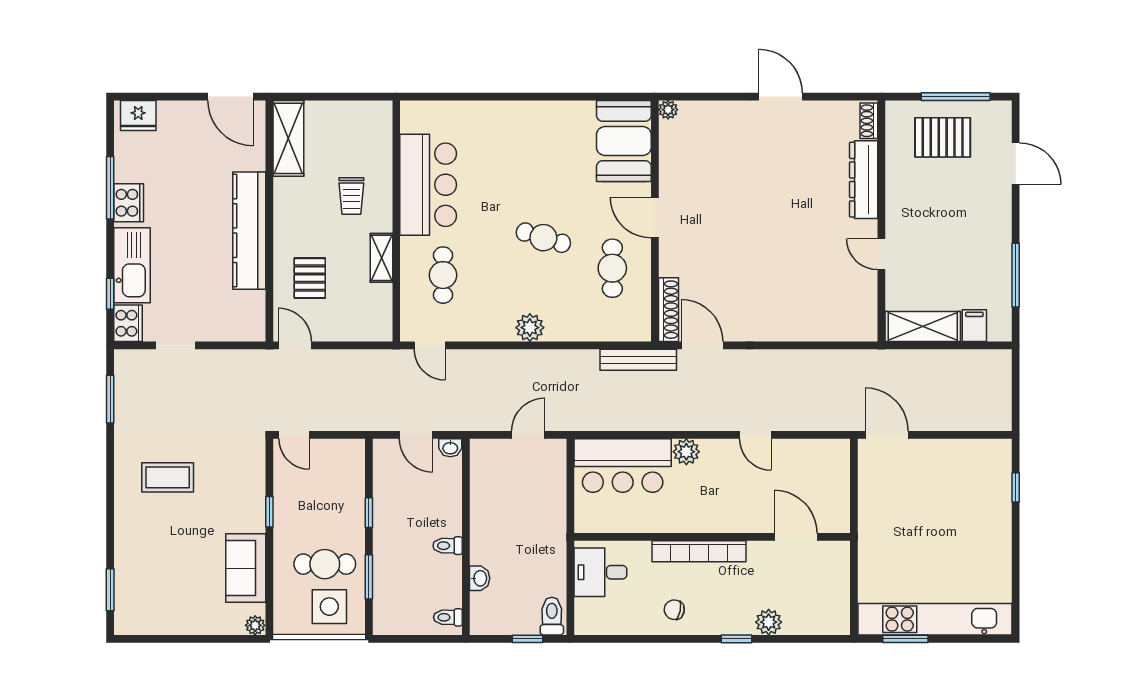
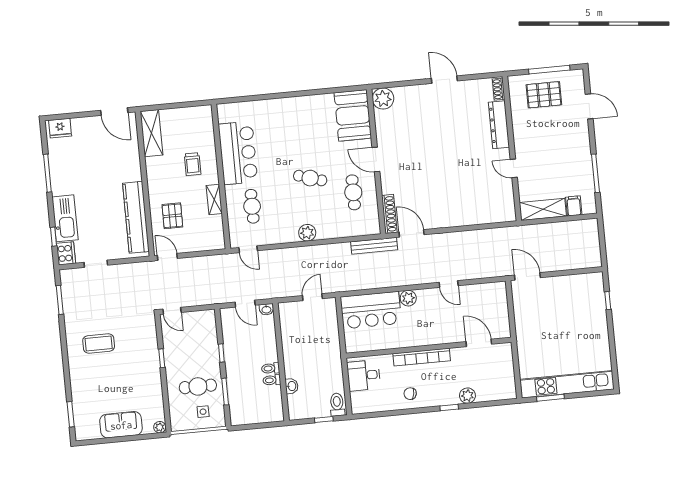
plant: (668, 110) -> (383, 99), width x1.88, depth x1.88
cooker: (129, 203) -> (59, 181), removed
kitchen counter: (249, 231) -> (136, 217), moved
sofa: (246, 568) -> (121, 425), moved, turned 90
side table: (329, 607) -> (203, 412), width x0.54, depth x0.54
toilet: (448, 617) -> (272, 380), moved

